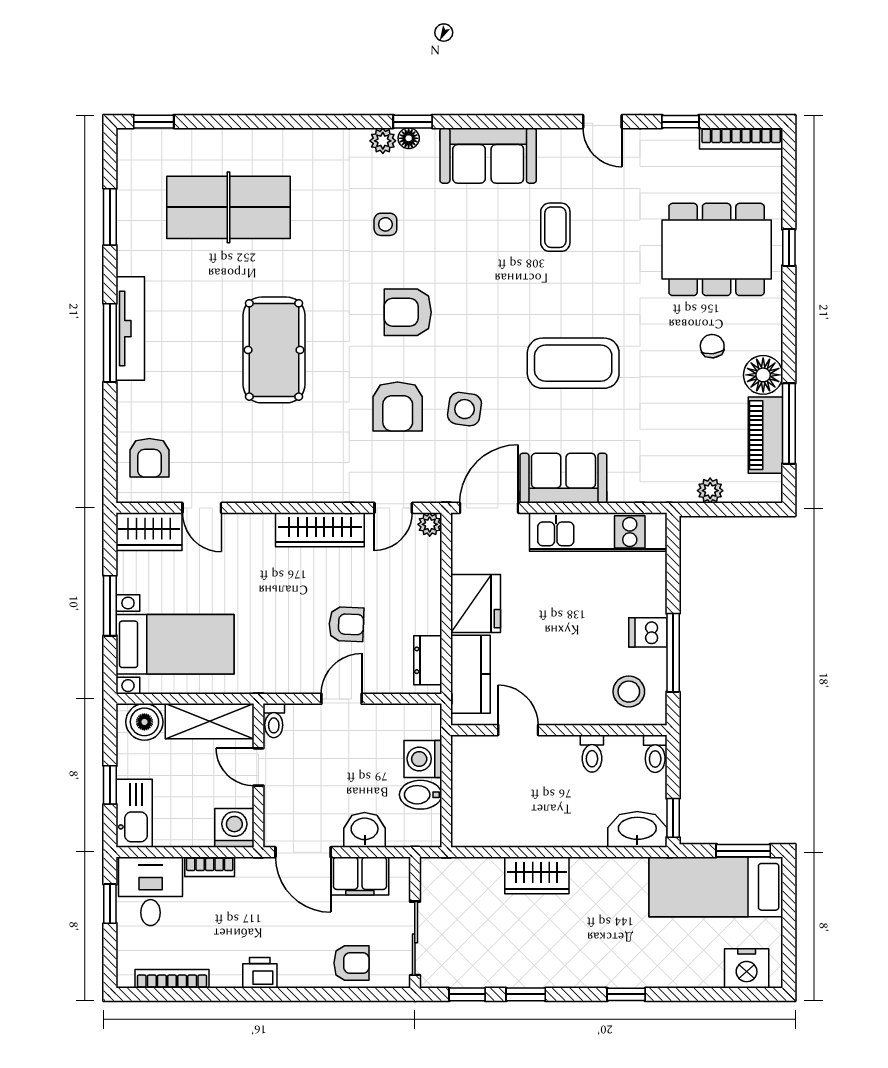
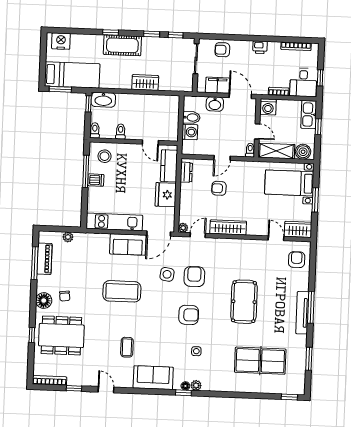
floor lamp: (763, 375) -> (44, 301), moved
cot: (596, 964) -> (122, 45), added

